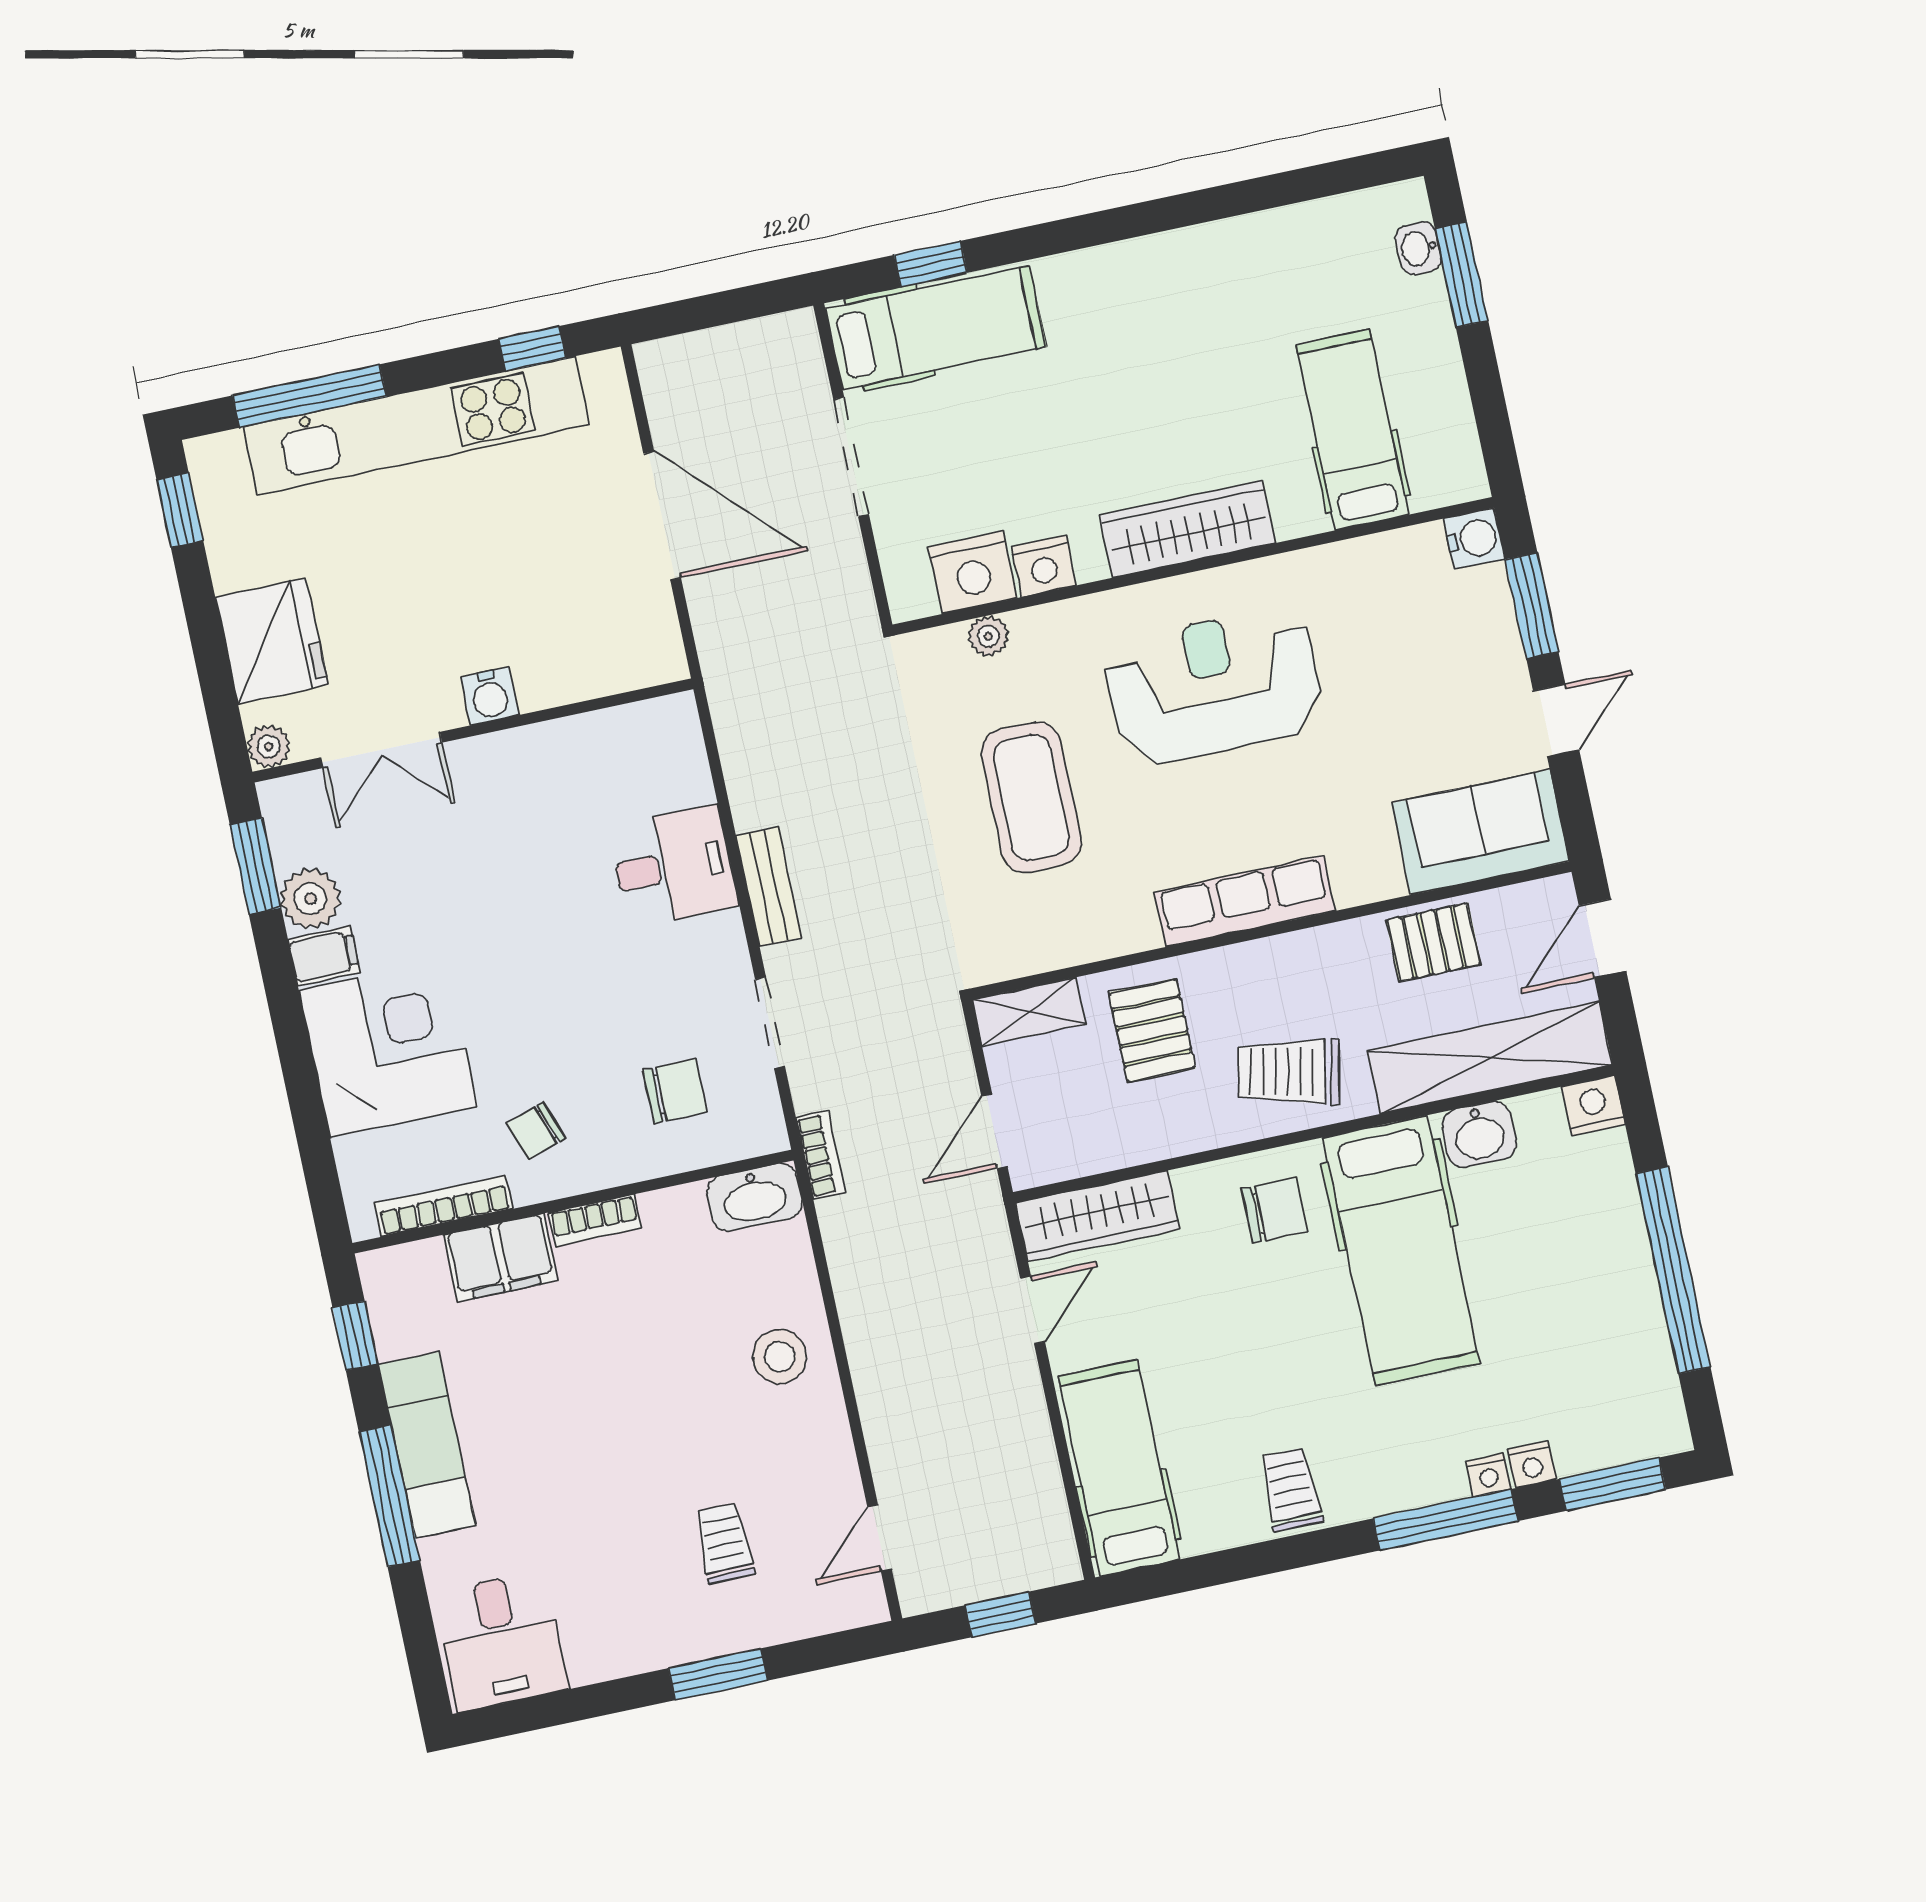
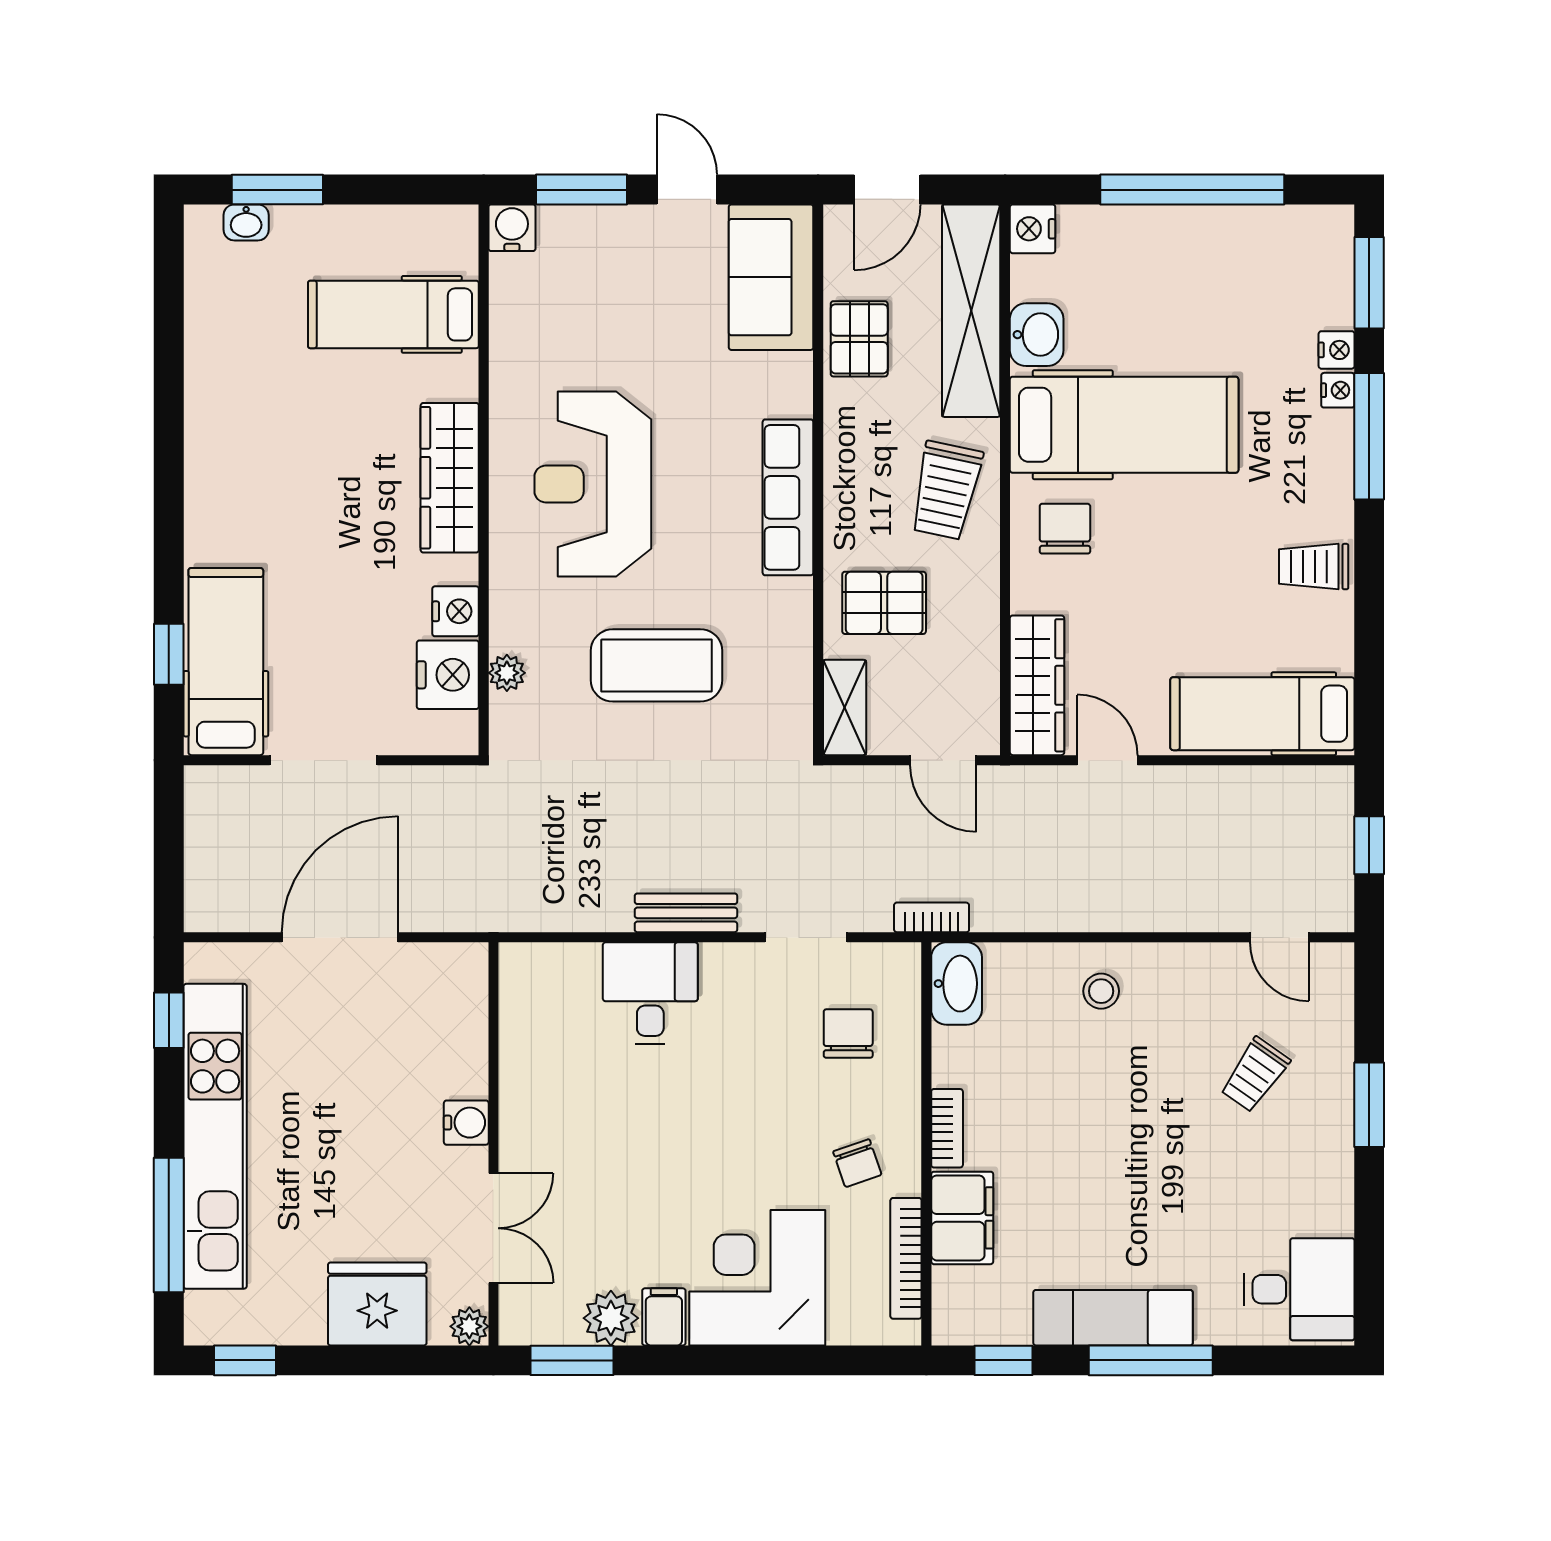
door: (1603, 938) -> (887, 190), hinge flipped
stool: (780, 1356) -> (1101, 991), width x0.73, depth x0.73
trolley: (724, 1543) -> (1255, 1075), turned -55

